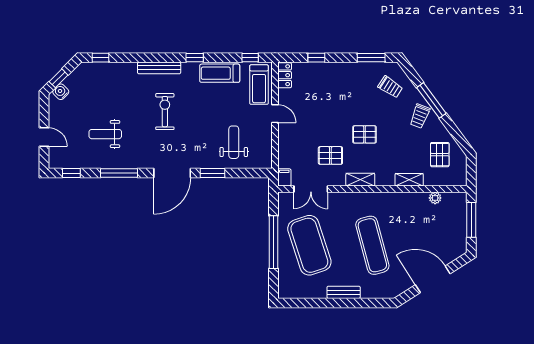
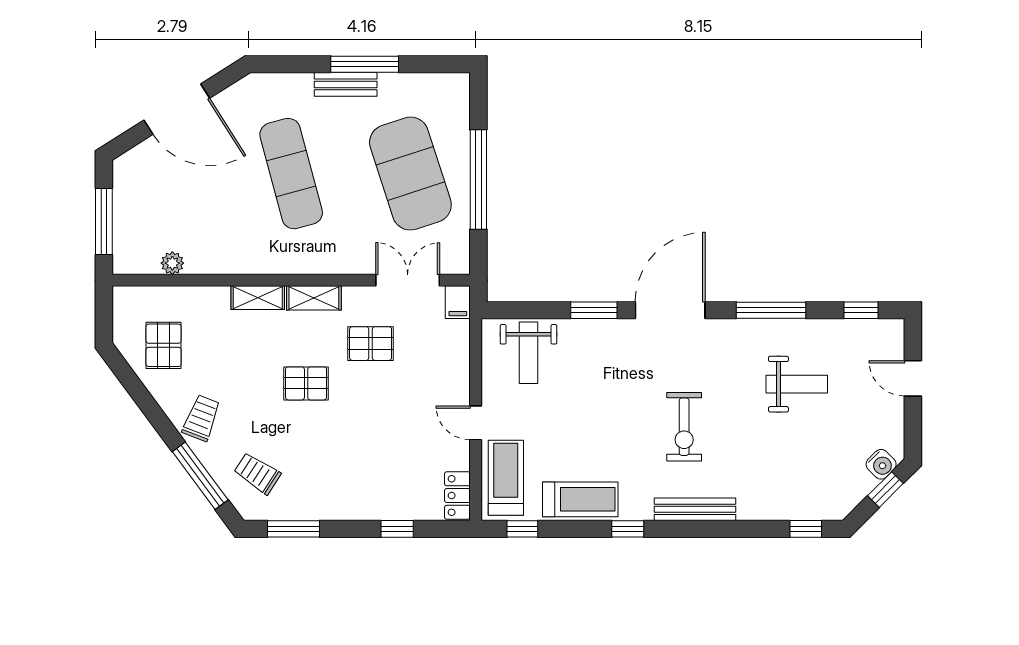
window: (431, 100) -> (200, 476), moved
weight bench: (234, 142) -> (529, 353), moved
shelving: (409, 180) -> (258, 298), moved
window: (334, 303) -> (365, 64), added

